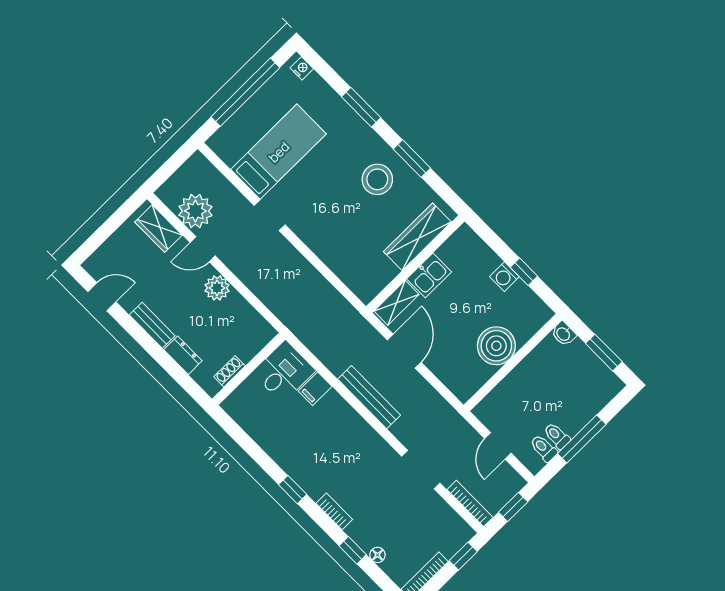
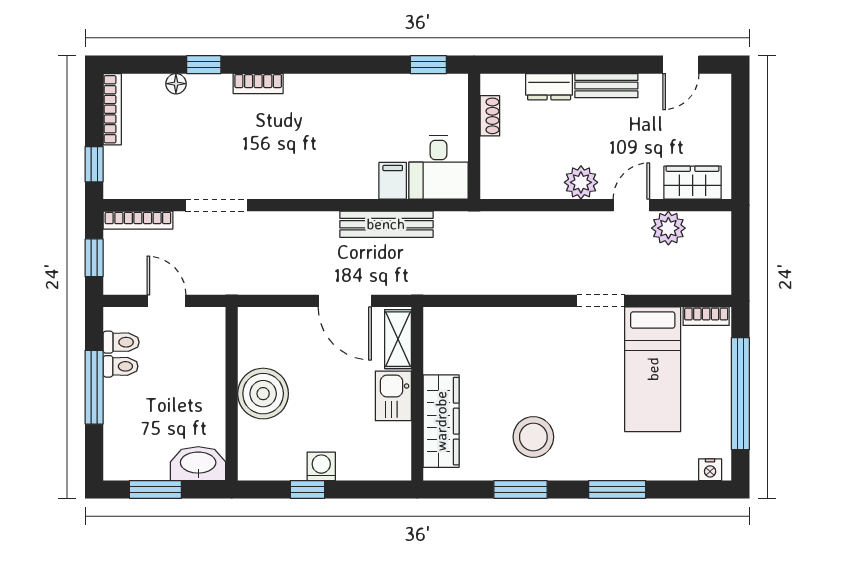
bookcase: (222, 151) -> (706, 316), added
plant: (195, 211) -> (668, 228), width x0.73, depth x0.73
washbasin: (564, 334) -> (198, 464), width x1.91, depth x1.45
bench: (369, 397) -> (386, 224), moved
window: (293, 490) -> (428, 65), moved

